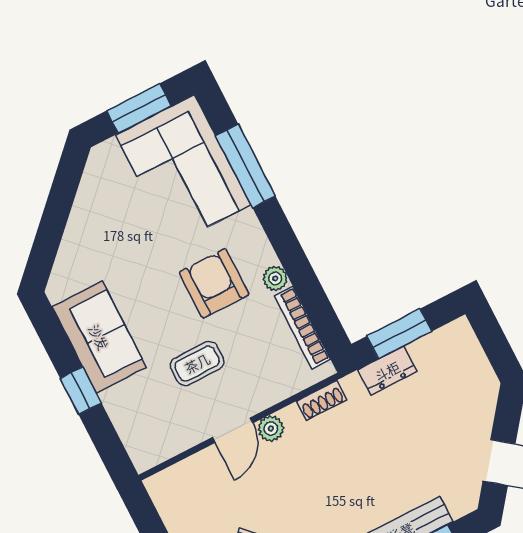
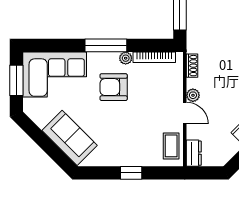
window: (245, 166) -> (106, 45), moved
sofa: (99, 337) -> (70, 138), moved, turned 45
coffee table: (197, 363) -> (171, 146), moved
dresser: (387, 371) -> (194, 153), moved

